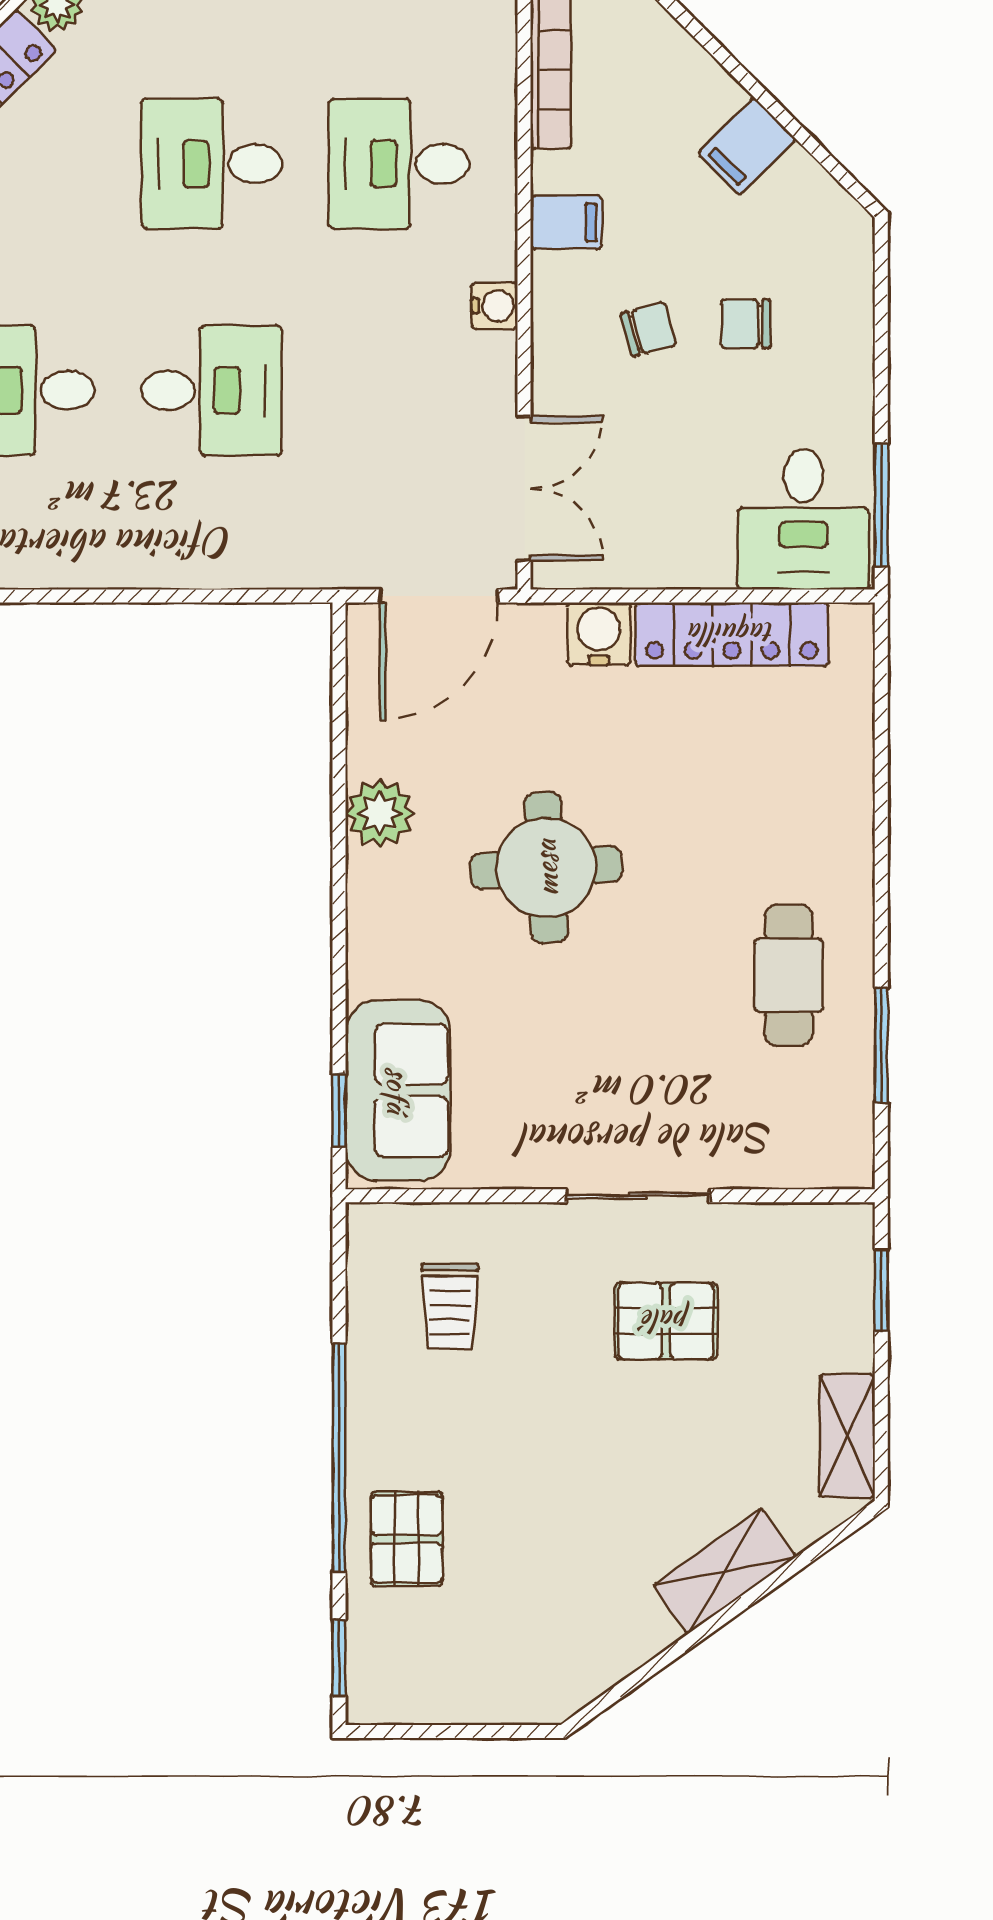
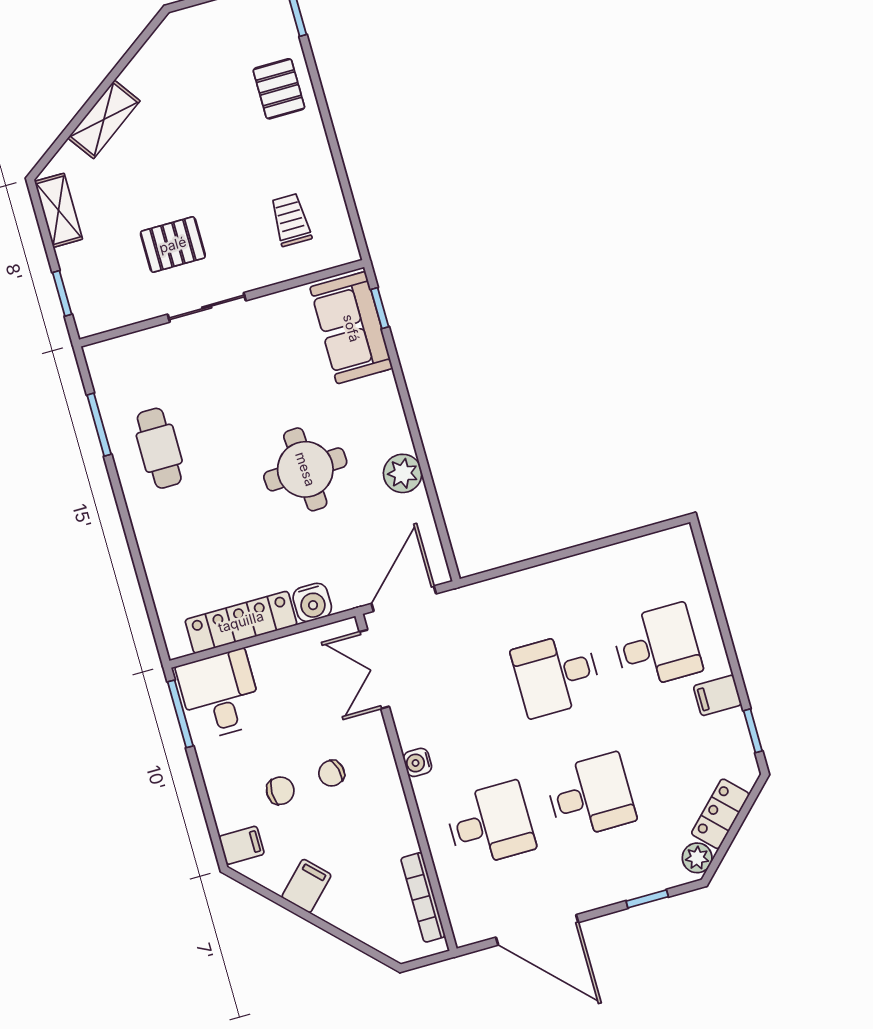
filing cabinet: (566, 222) -> (242, 845), moved, turned 180
window: (339, 1458) -> (327, 122), removed

